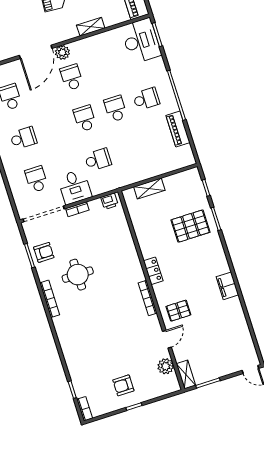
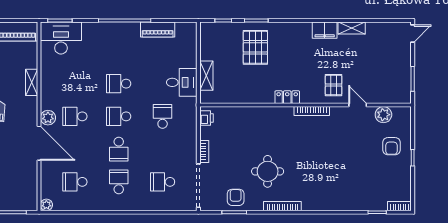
school desk: (146, 99) -> (119, 149), moved, turned 180
desk: (75, 187) -> (182, 82), moved
shelving: (186, 374) -> (352, 28), moved
armchair: (123, 385) -> (391, 146), moved

